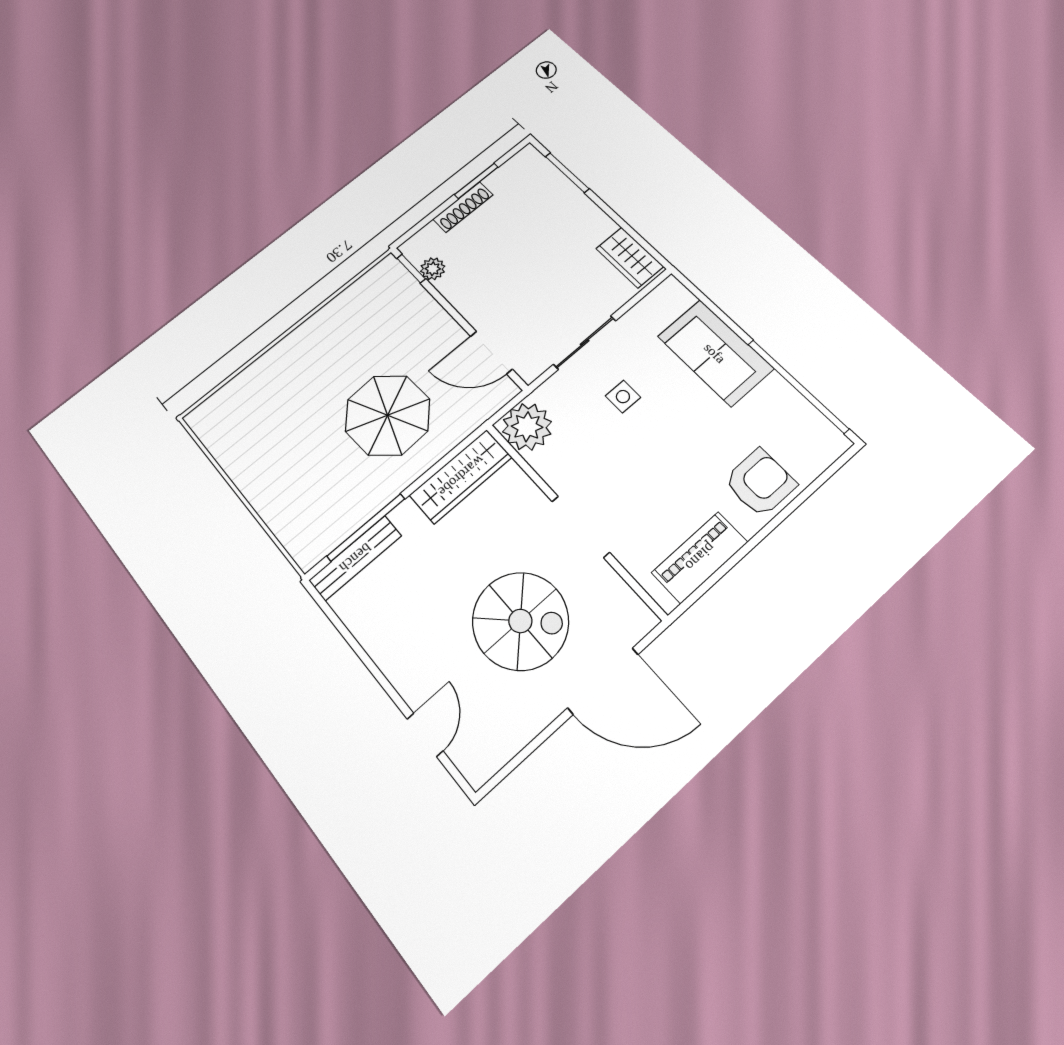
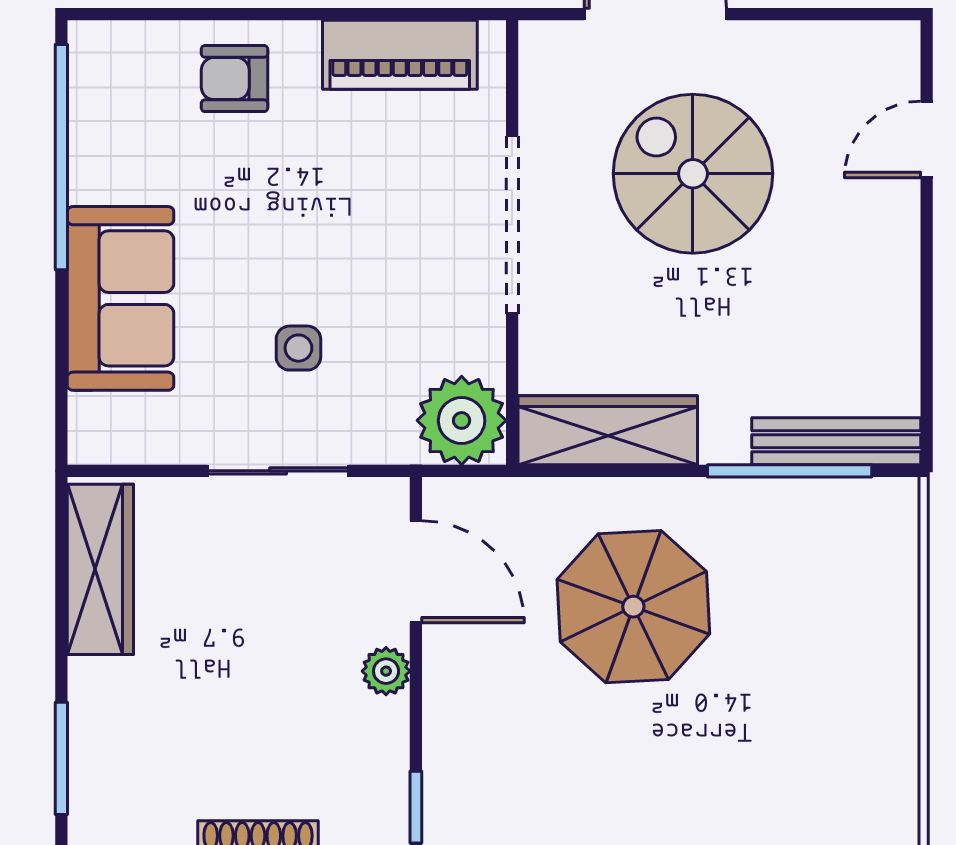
wardrobe: (630, 258) -> (100, 569), width x1.50
plant: (433, 269) -> (386, 671), moved
armchair: (760, 483) -> (235, 79), width x0.72, depth x0.72
doorway: (581, 527) -> (512, 225), width x1.36

